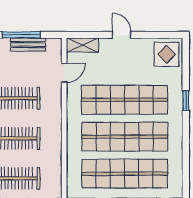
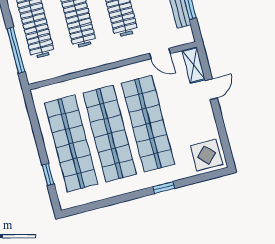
door: (122, 35) -> (211, 89), moved

